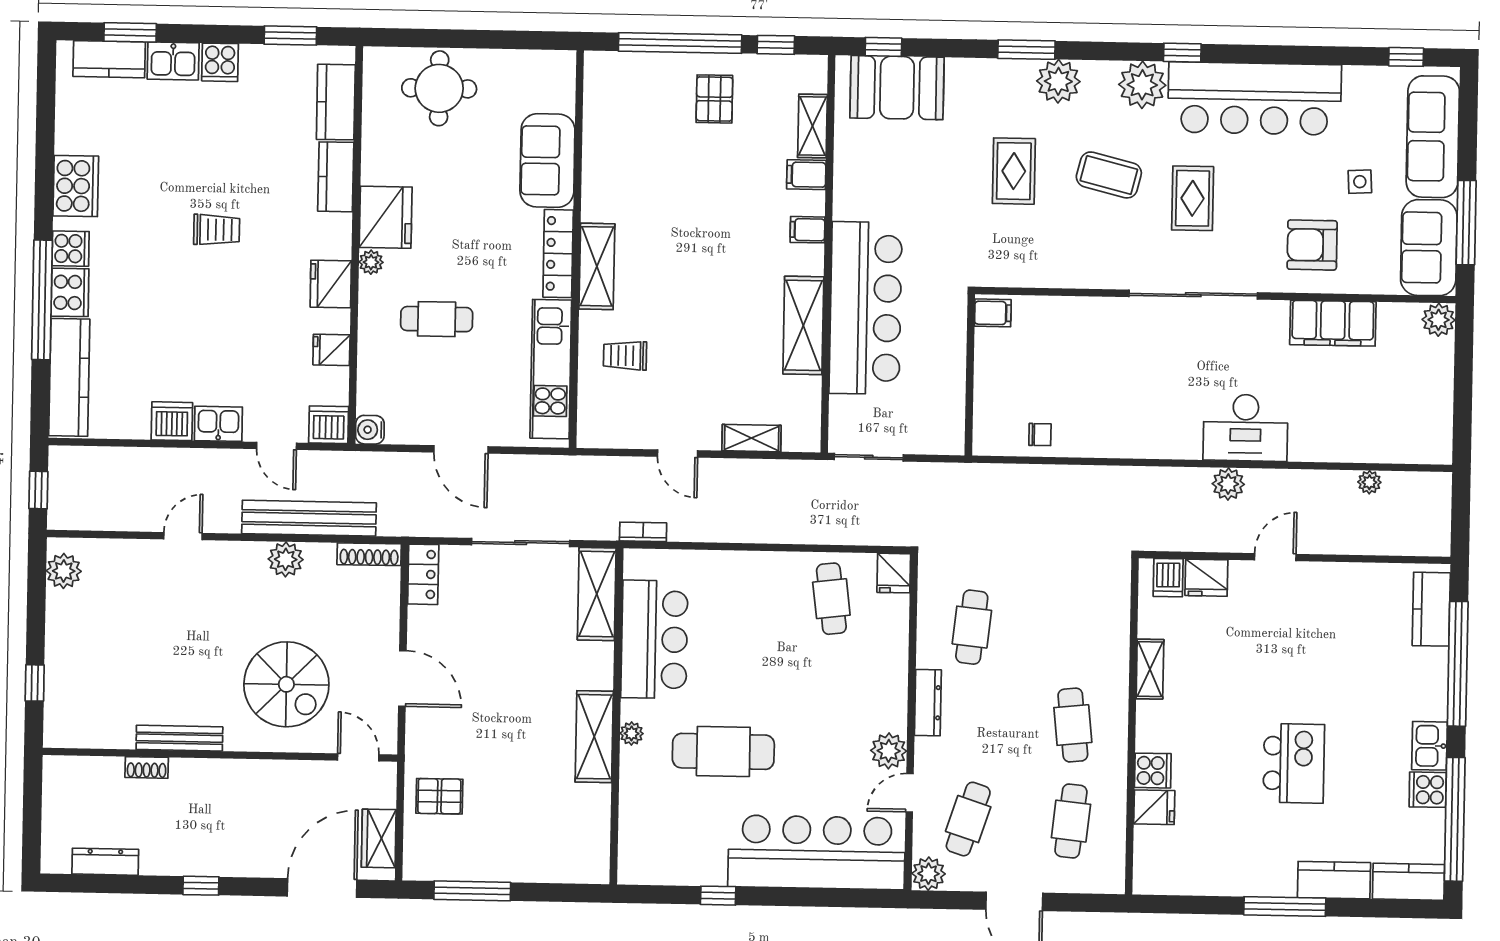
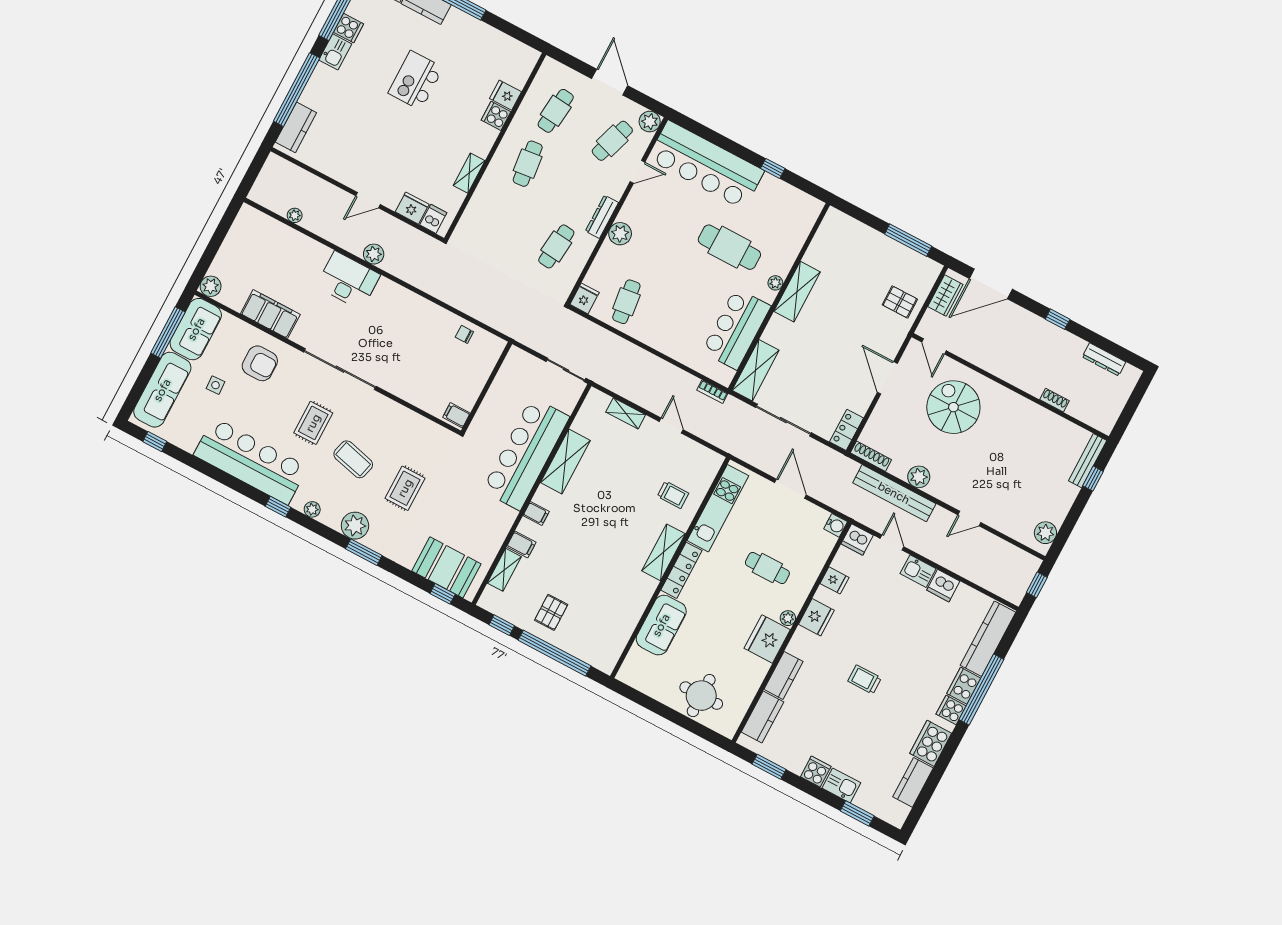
kitchen counter: (109, 59) -> (913, 782), moved, turned -90
plant: (1142, 85) -> (312, 509), width x0.53, depth x0.53
bench: (179, 738) -> (1088, 461), moved, turned 90
plant: (889, 751) -> (620, 234), moved

